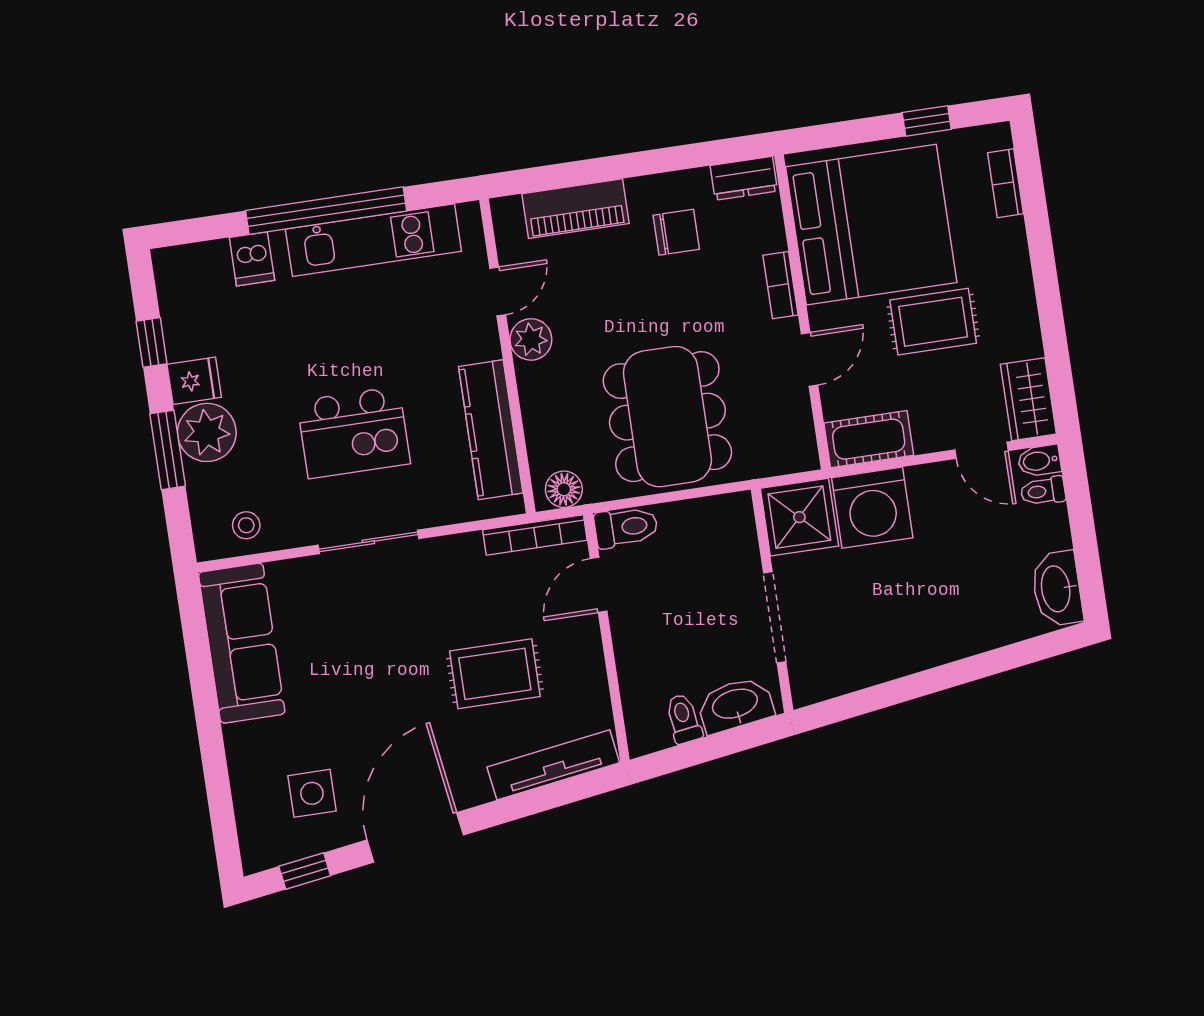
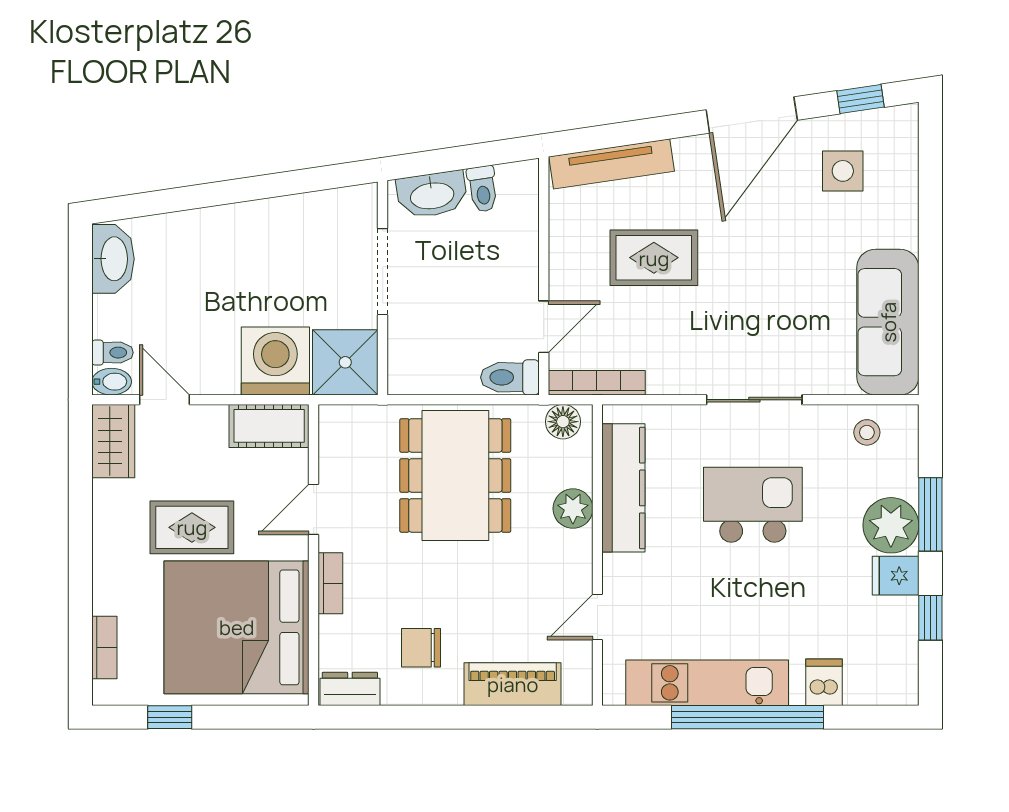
plant: (531, 339) -> (573, 509), moved

